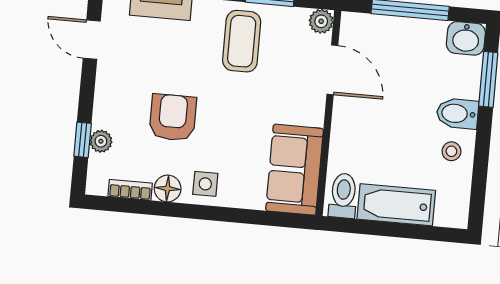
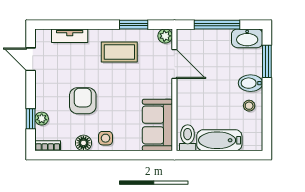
washbasin: (466, 38) -> (247, 38), width x1.38
coffee table: (242, 41) -> (119, 52), turned 90
bookcase: (130, 190) -> (48, 146), moved

